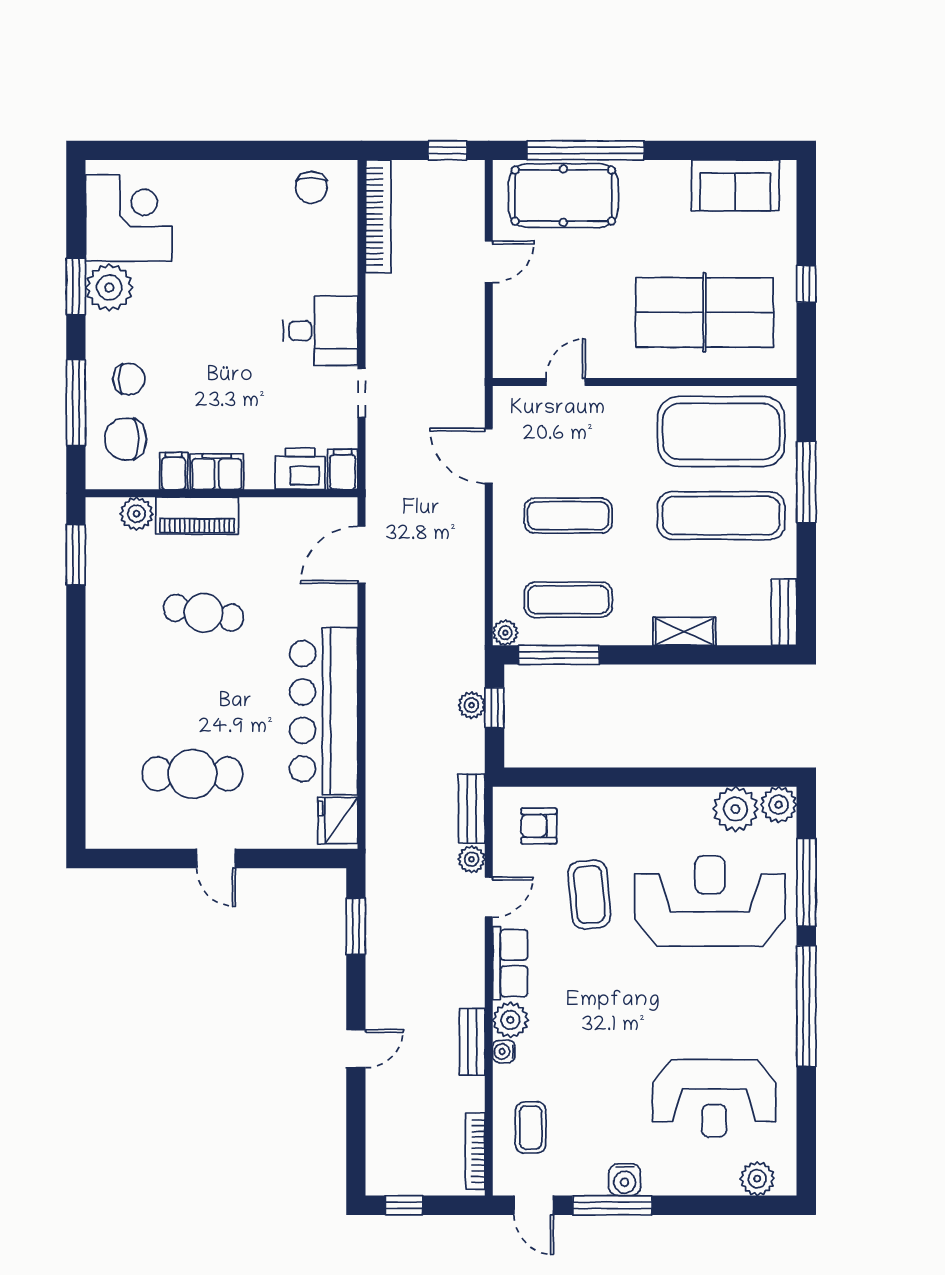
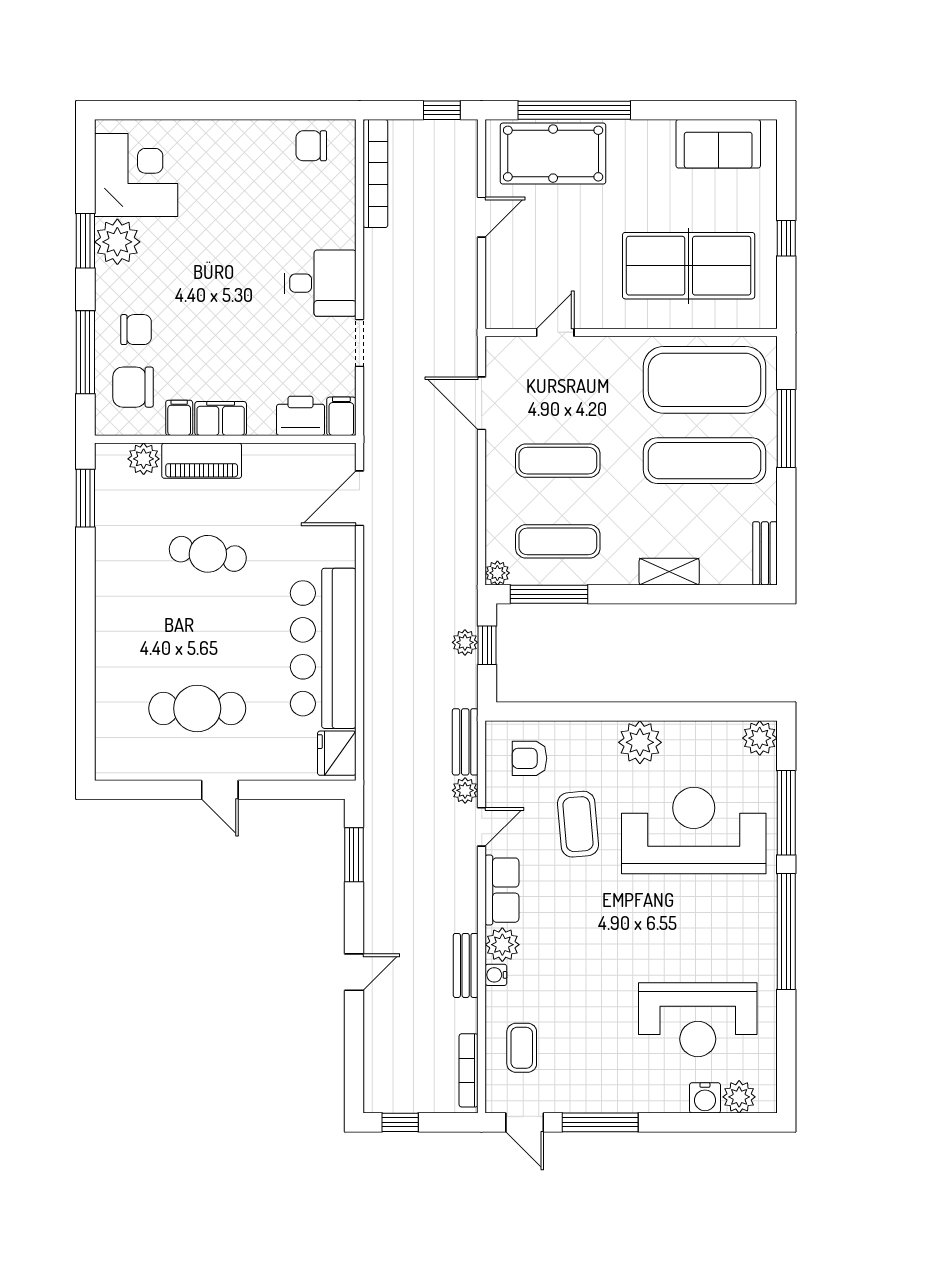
chair: (311, 187) -> (311, 146), turned 90
plant: (736, 809) -> (640, 742), moved
water cooler: (625, 1180) -> (705, 1098), moved

